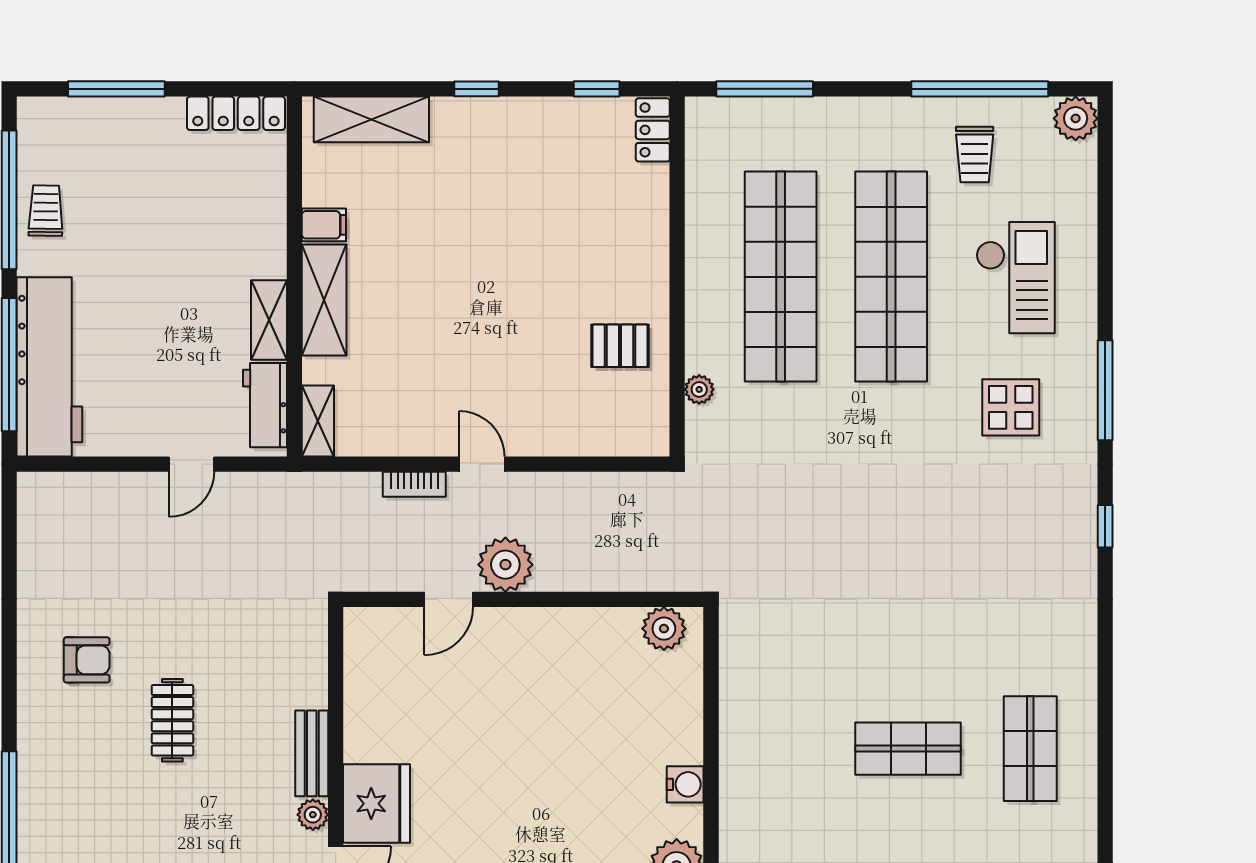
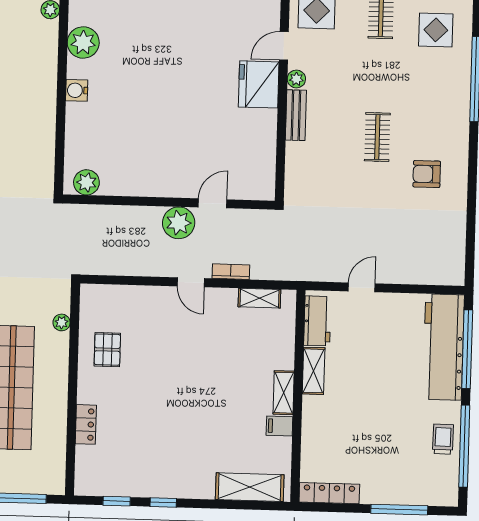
window: (477, 89) -> (163, 503), moved
locker: (653, 130) -> (86, 424), moved
trolley: (46, 211) -> (443, 439), turned 180
shelving: (324, 300) -> (284, 393), width x0.67, depth x0.75
pallet: (620, 346) -> (107, 350), turned 90
shelving: (318, 421) -> (259, 298), moved, turned 90

